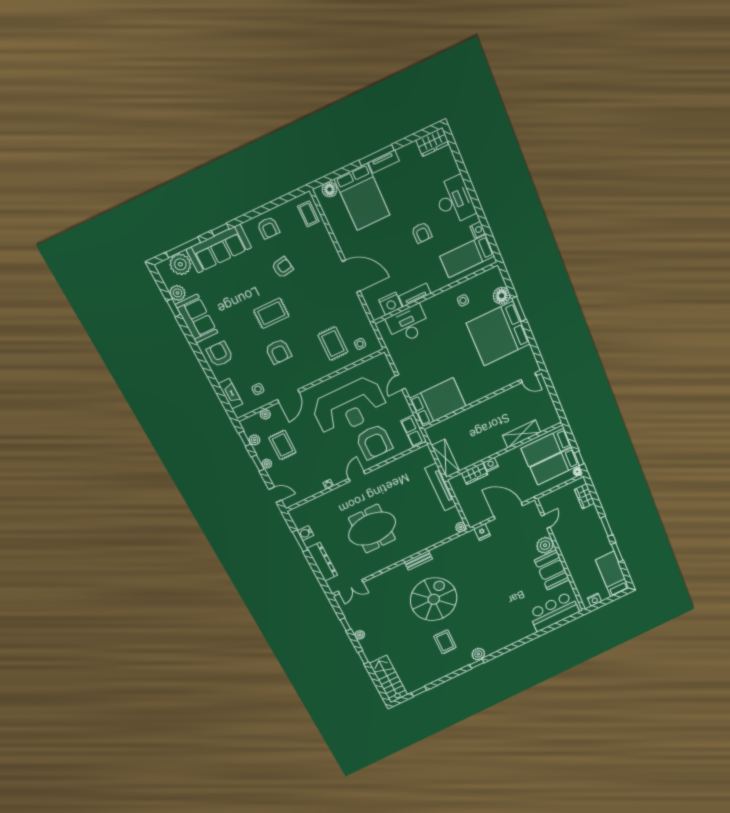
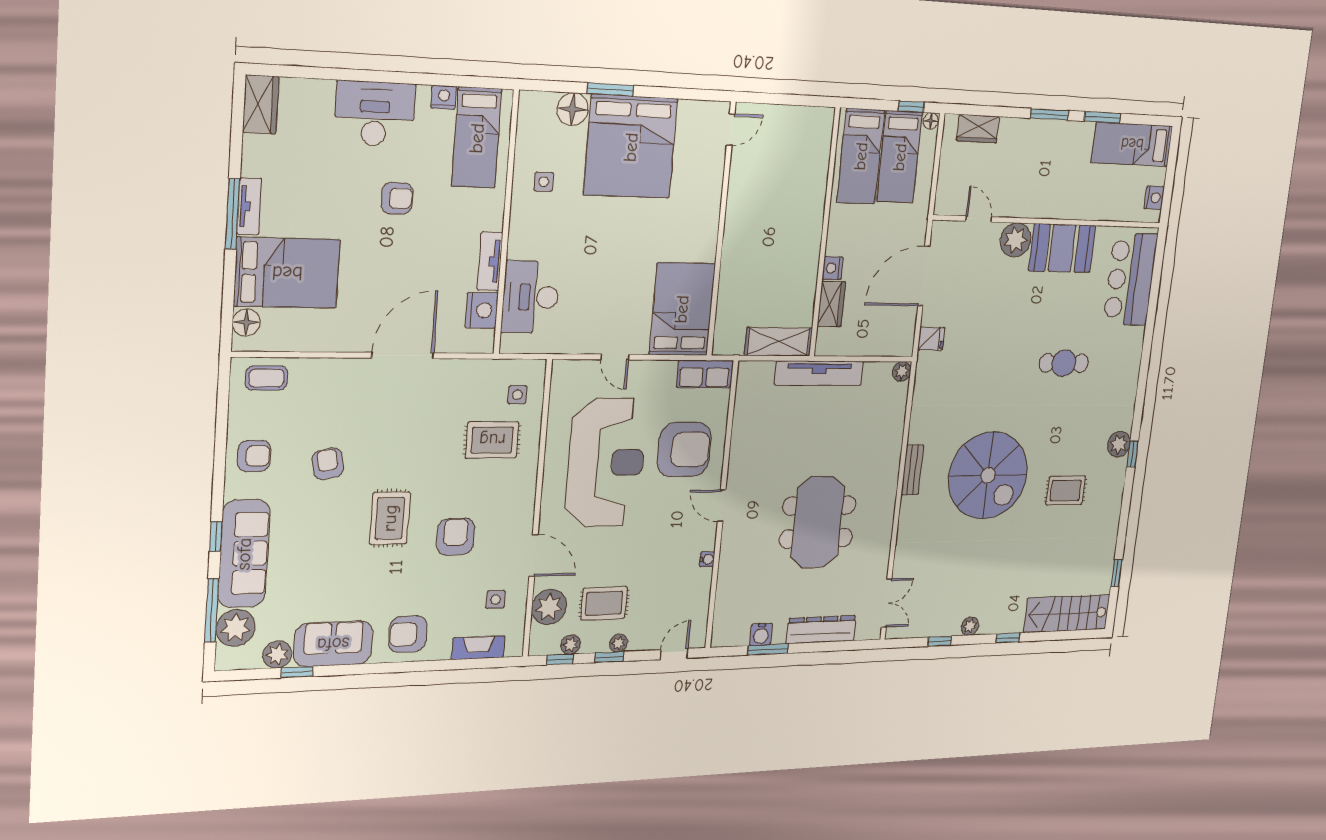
armchair: (278, 351) -> (456, 537), turned -90
plant: (265, 414) -> (549, 607), width x1.88, depth x1.88
shelving: (522, 434) -> (814, 189), removed
spiral stairs: (434, 599) -> (988, 475), turned 180
cafe table: (502, 604) -> (1064, 363), added

